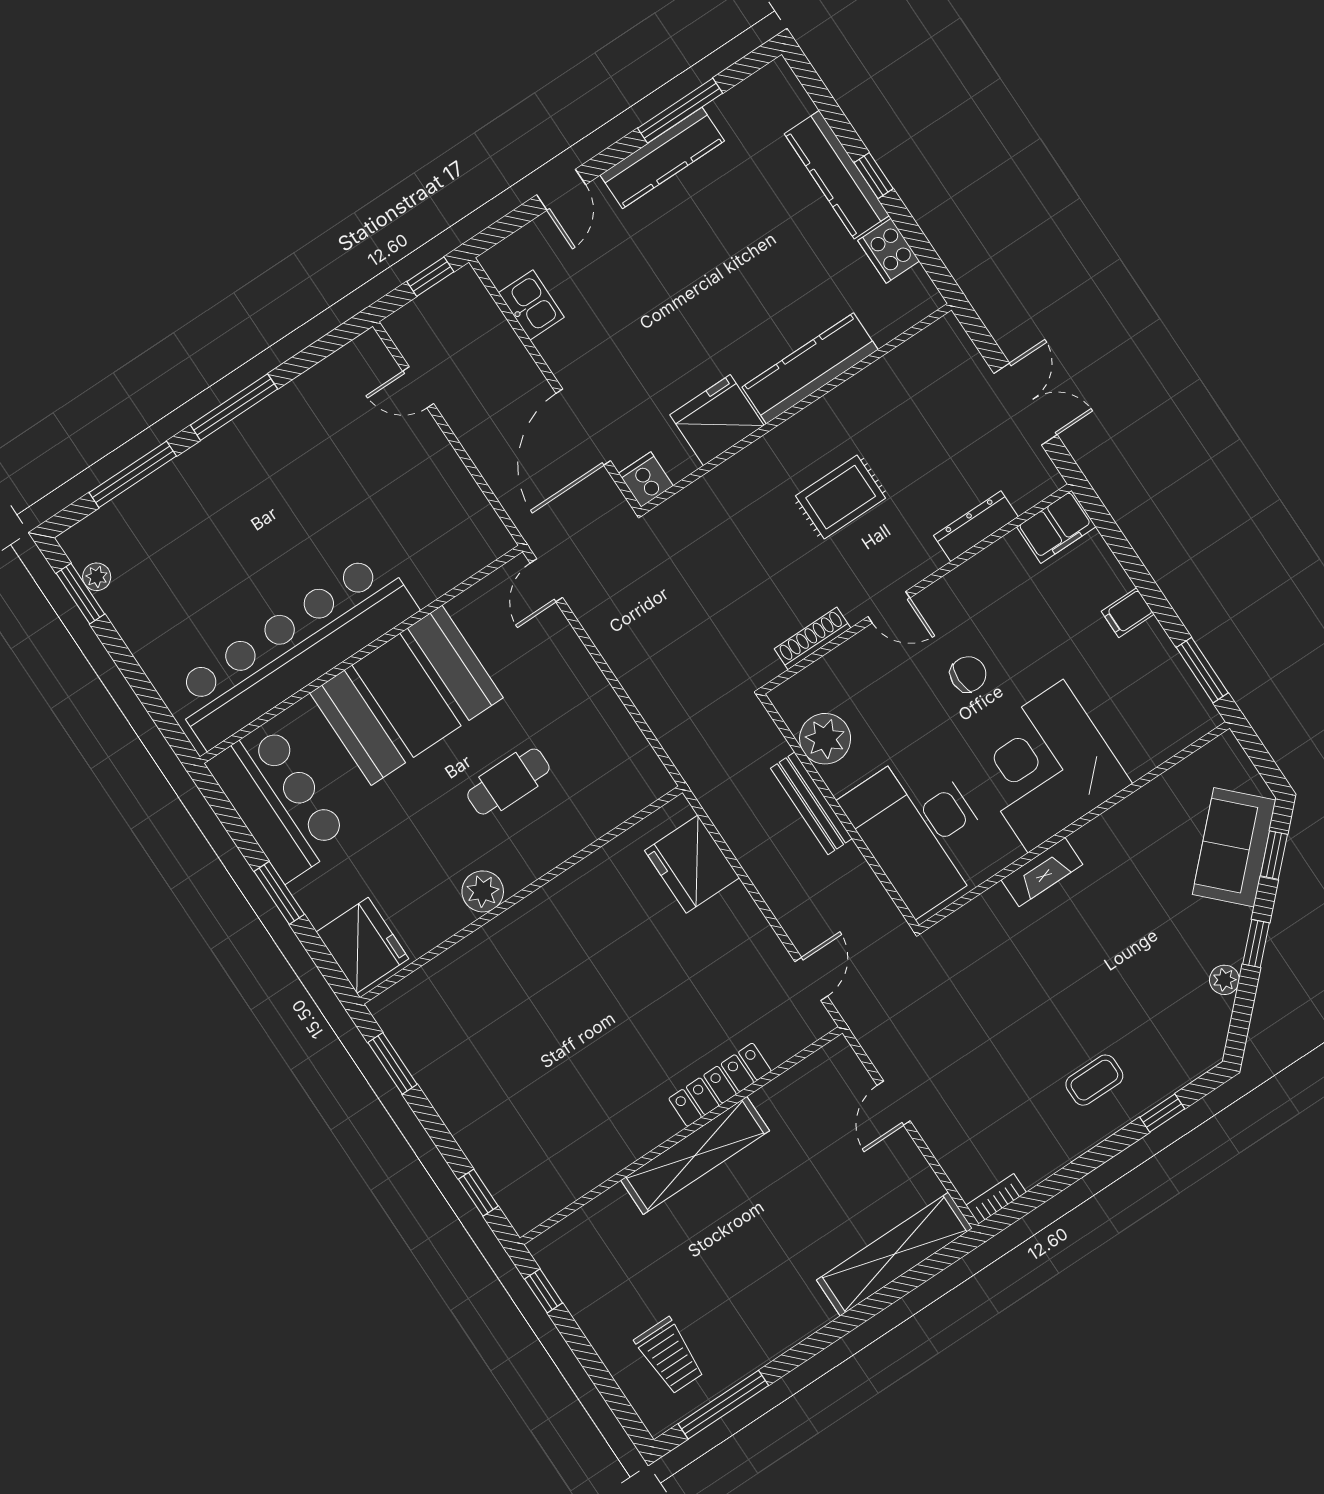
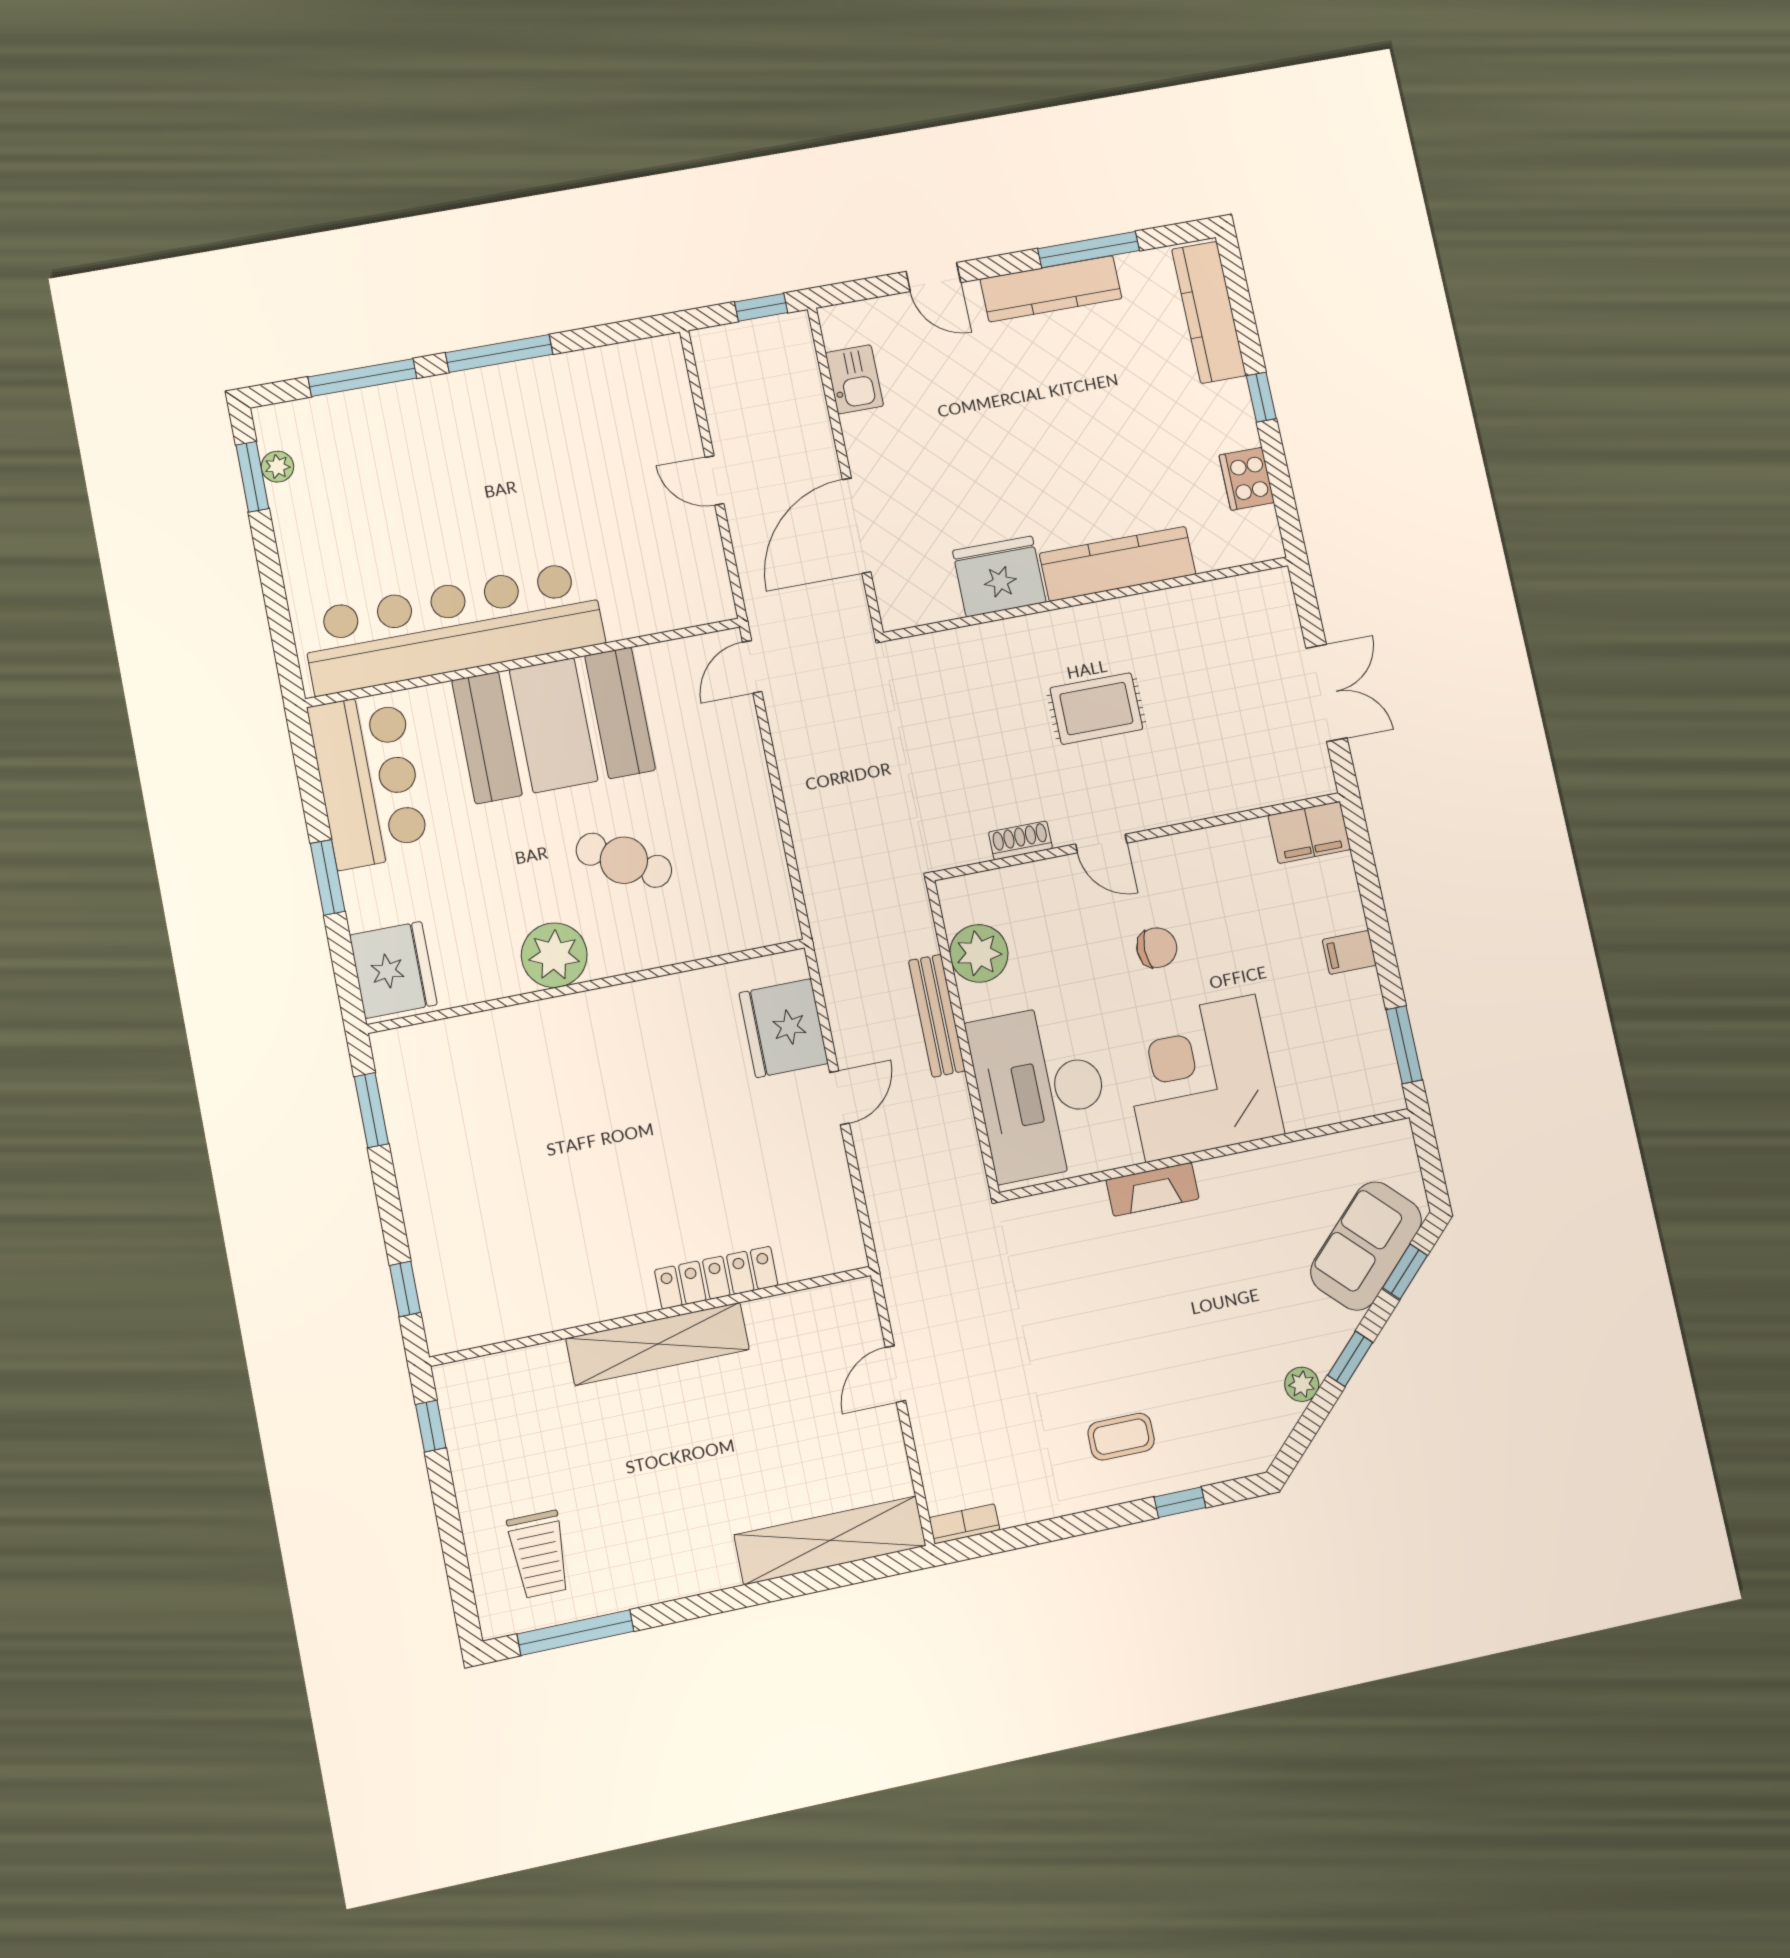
kitchen counter: (837, 175) -> (1209, 312), moved
door: (561, 190) -> (933, 277), hinge flipped
door: (418, 387) -> (714, 480), moved
cooker: (646, 480) -> (900, 606), removed
dresser: (976, 526) -> (1226, 797), removed
shoe rack: (812, 638) -> (1020, 840), width x0.70
cafe table: (508, 782) -> (624, 860), turned 30
plant: (483, 891) -> (554, 955), width x1.36, depth x1.36
door: (811, 979) -> (839, 1098), moved

